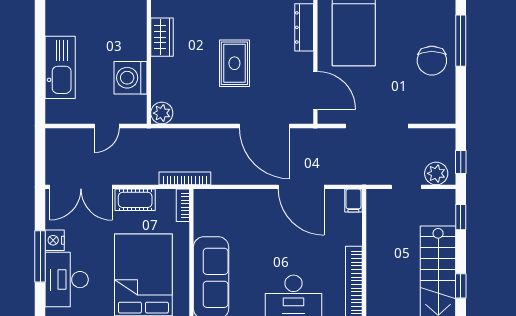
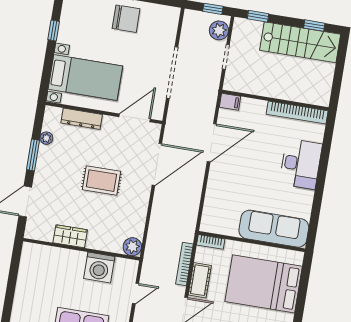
door: (107, 126) -> (136, 293), hinge flipped
bookcase: (185, 178) -> (184, 264), moved

